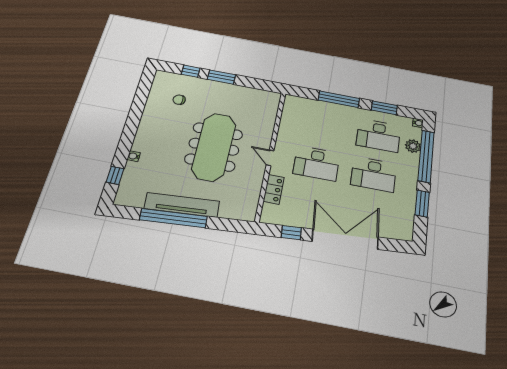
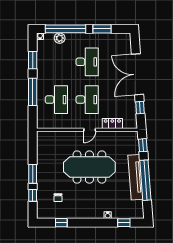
window: (141, 97) -> (61, 223), added
desk: (378, 135) -> (56, 100), moved
window: (230, 225) -> (143, 145), added

